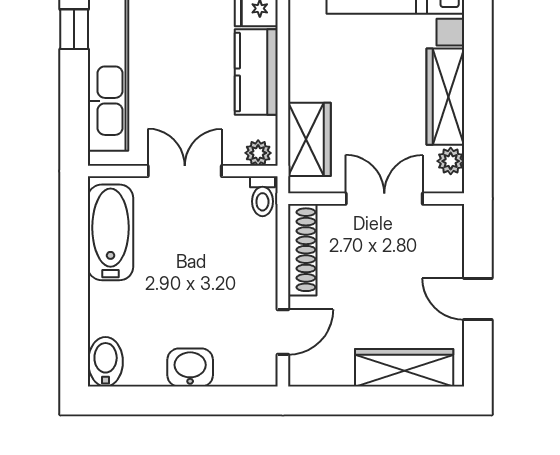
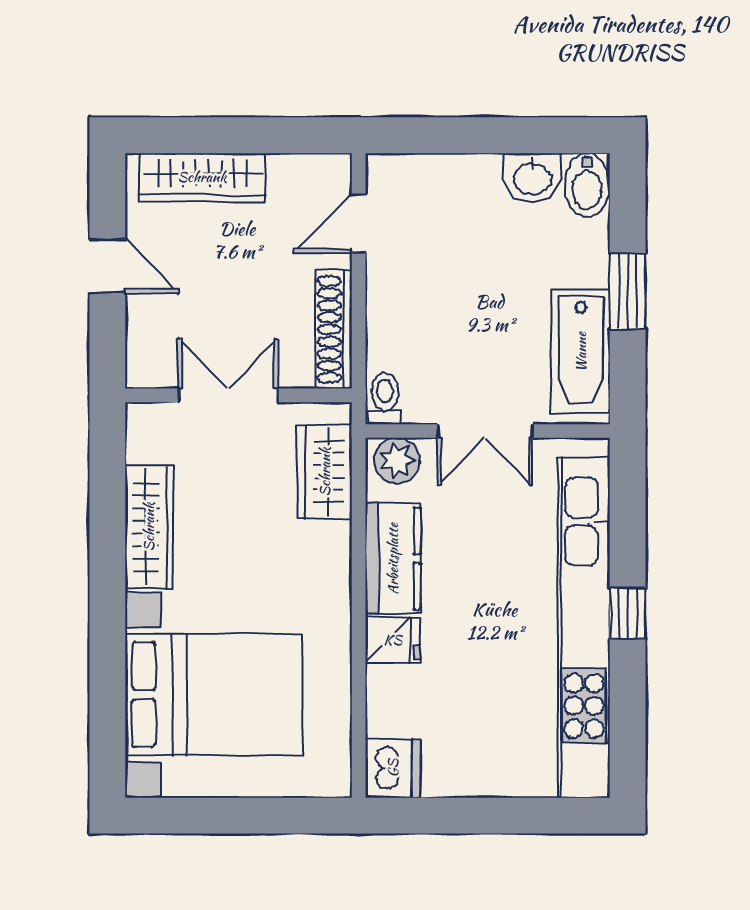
plant: (258, 153) -> (397, 460), width x1.38, depth x1.38
plant: (451, 161) -> (142, 444), removed
double door: (384, 199) -> (228, 395), swing flipped
window: (74, 279) -> (628, 291), added
washbasin: (190, 368) -> (532, 178), moved

